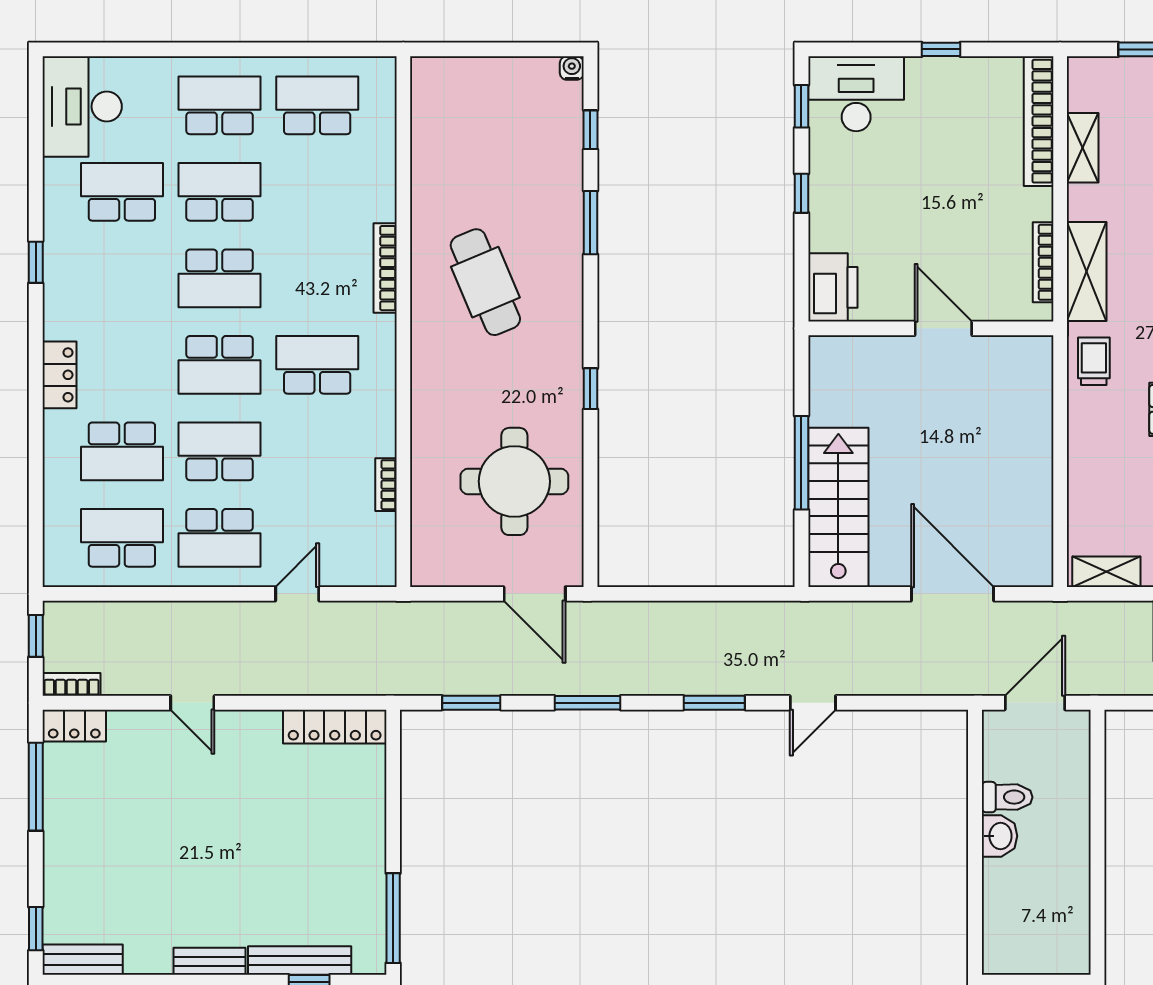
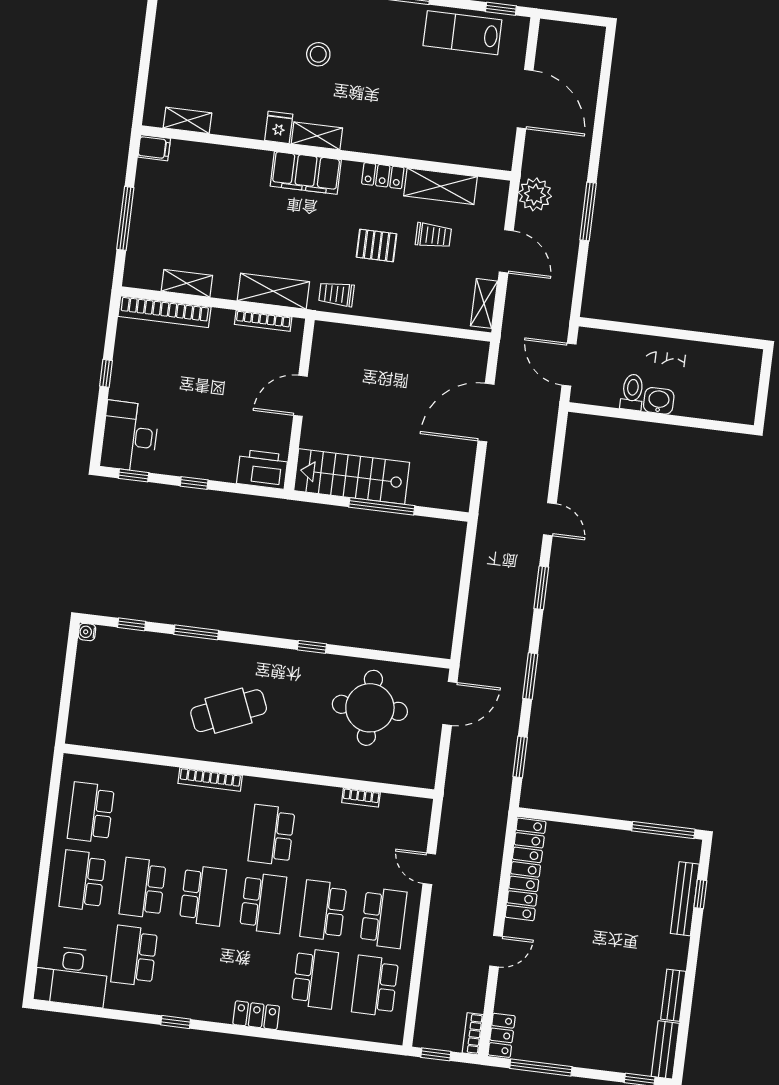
stairs: (838, 507) -> (352, 477), moved
locker: (335, 727) -> (526, 869), width x1.41, depth x1.21
bench: (210, 961) -> (673, 995), moved

